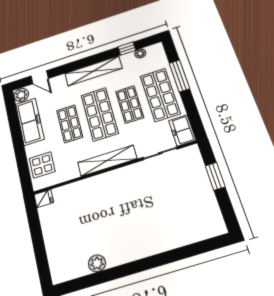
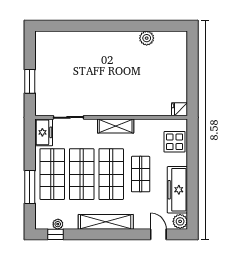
window: (127, 48) -> (56, 234), moved
shop shelf: (130, 104) -> (82, 174), width x1.43, depth x1.36
shelving: (107, 161) -> (116, 126), width x0.68

